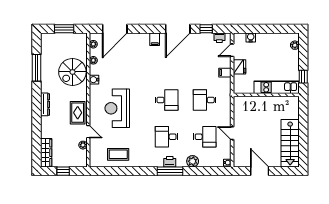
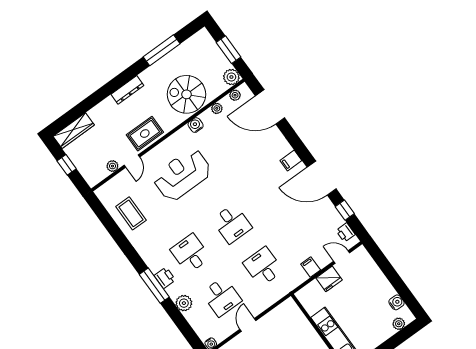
water cooler: (251, 38) -> (396, 302), moved
plant: (81, 39) -> (231, 77), added

